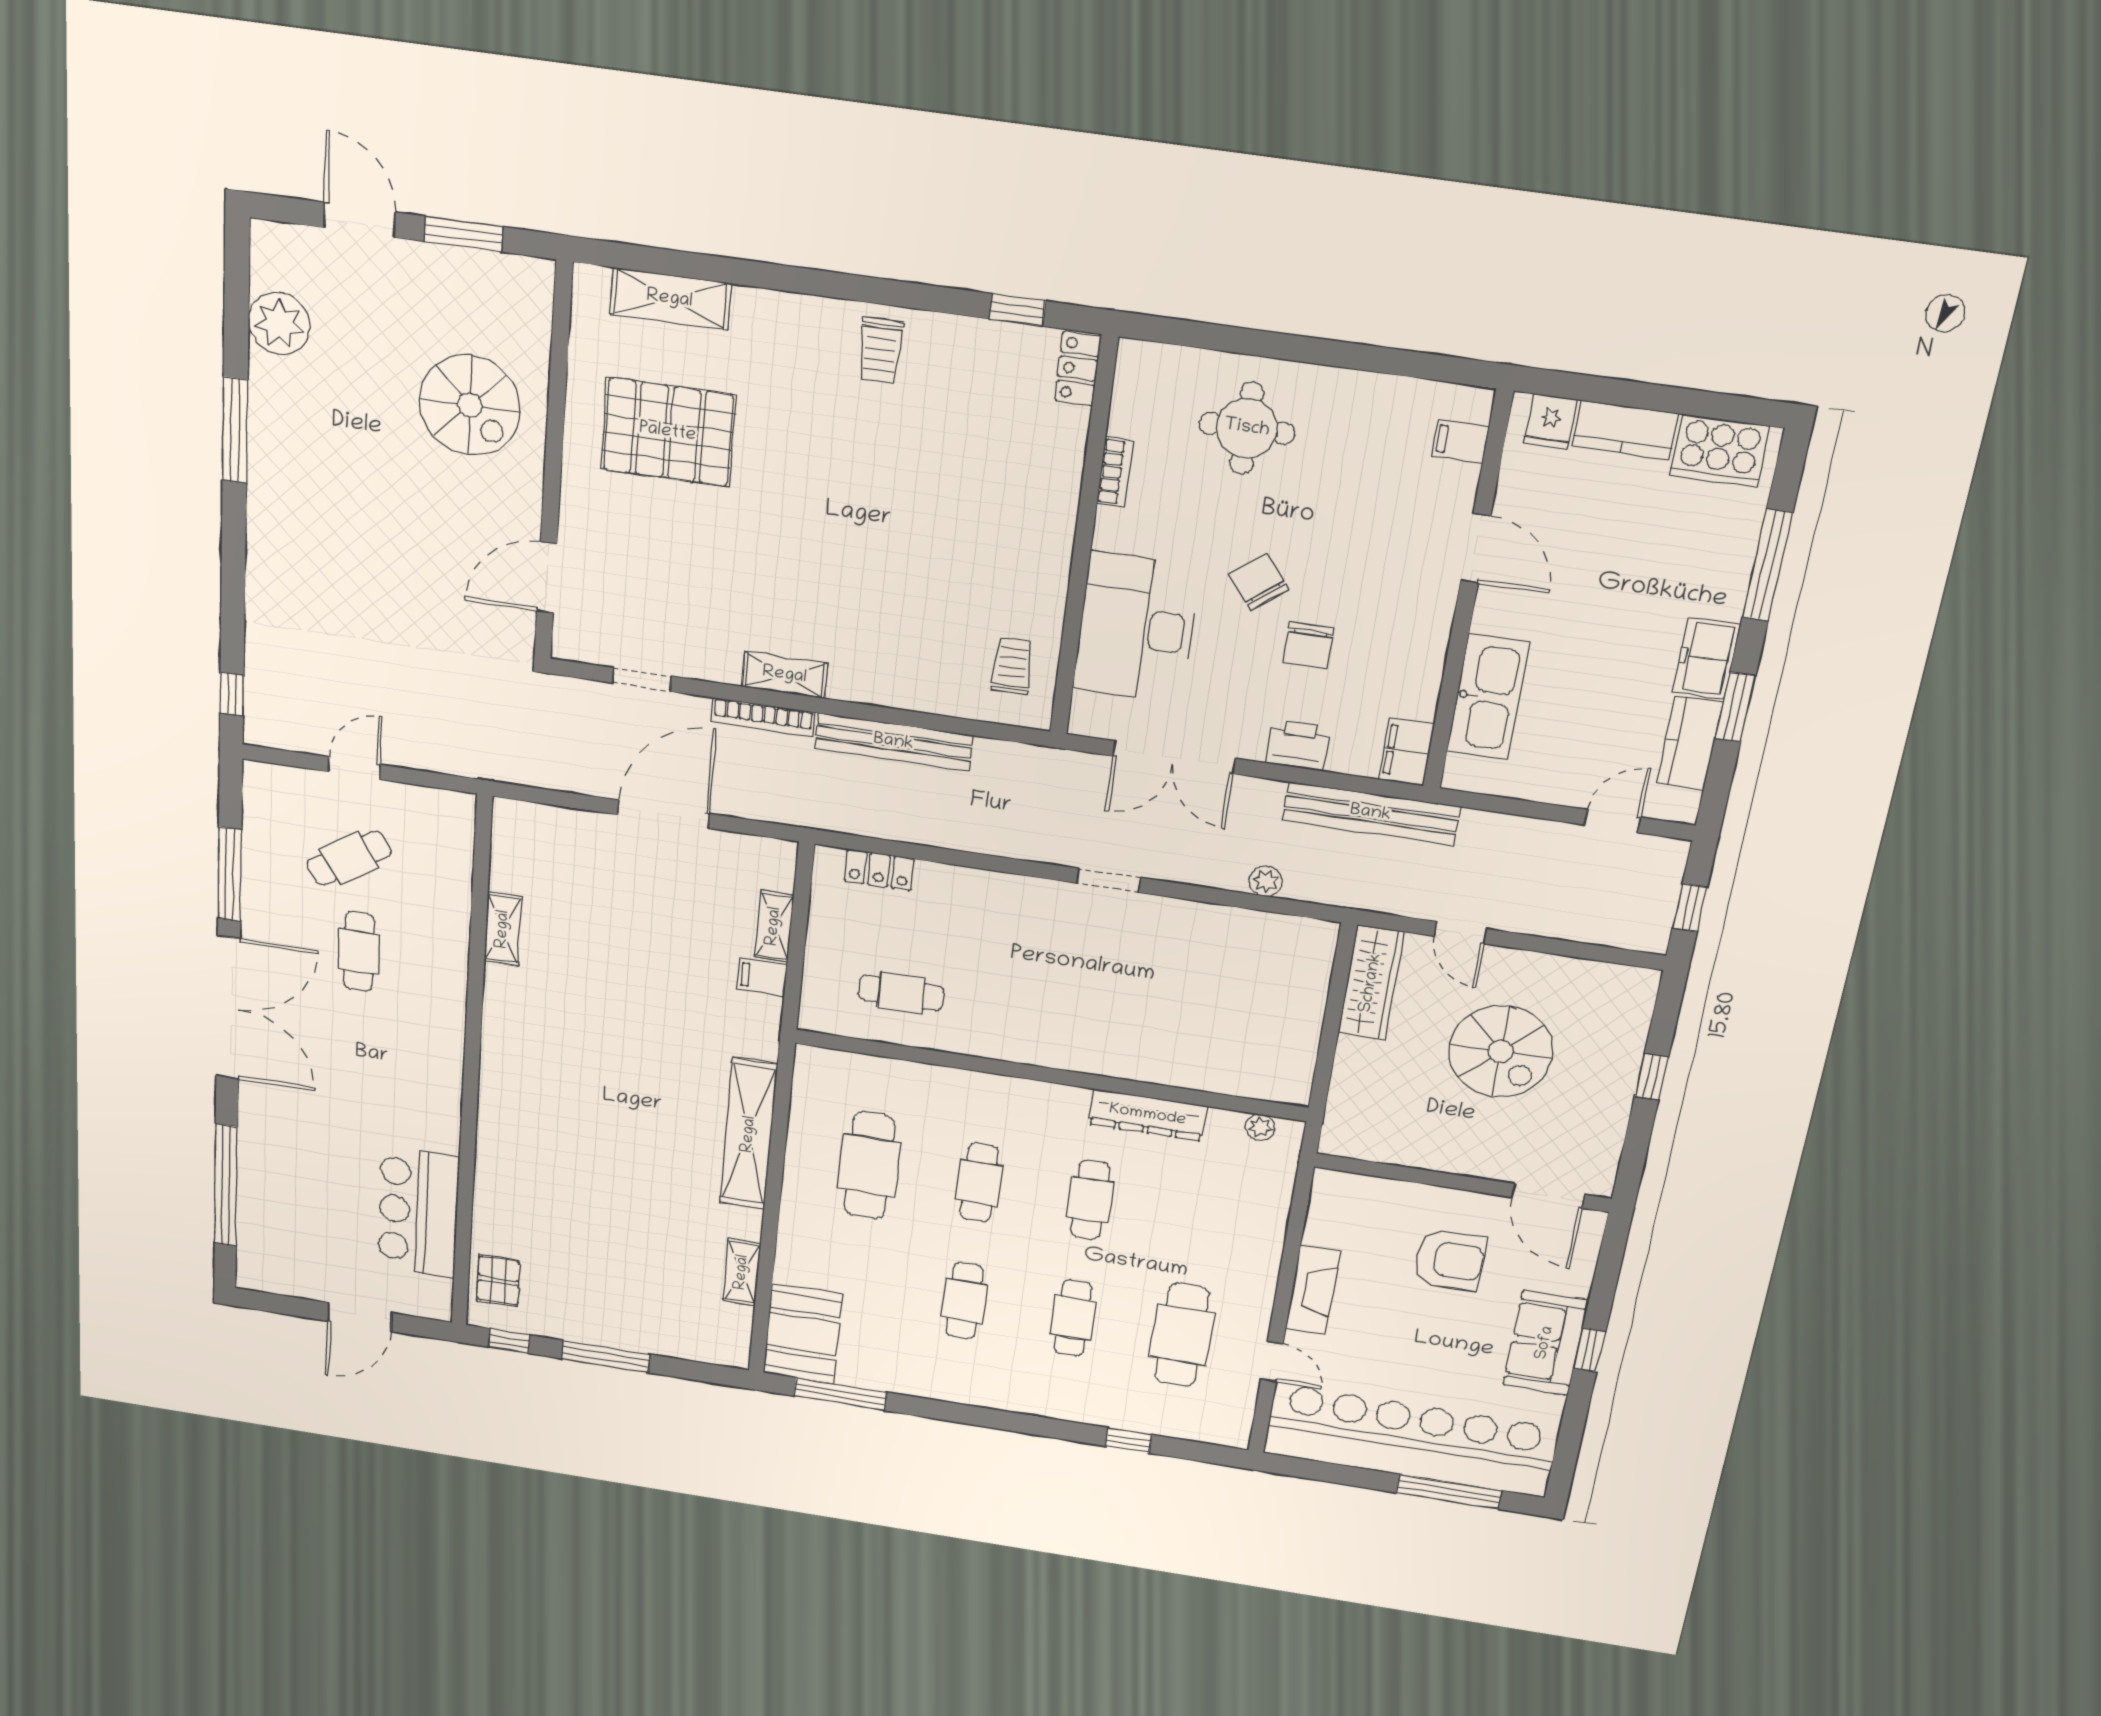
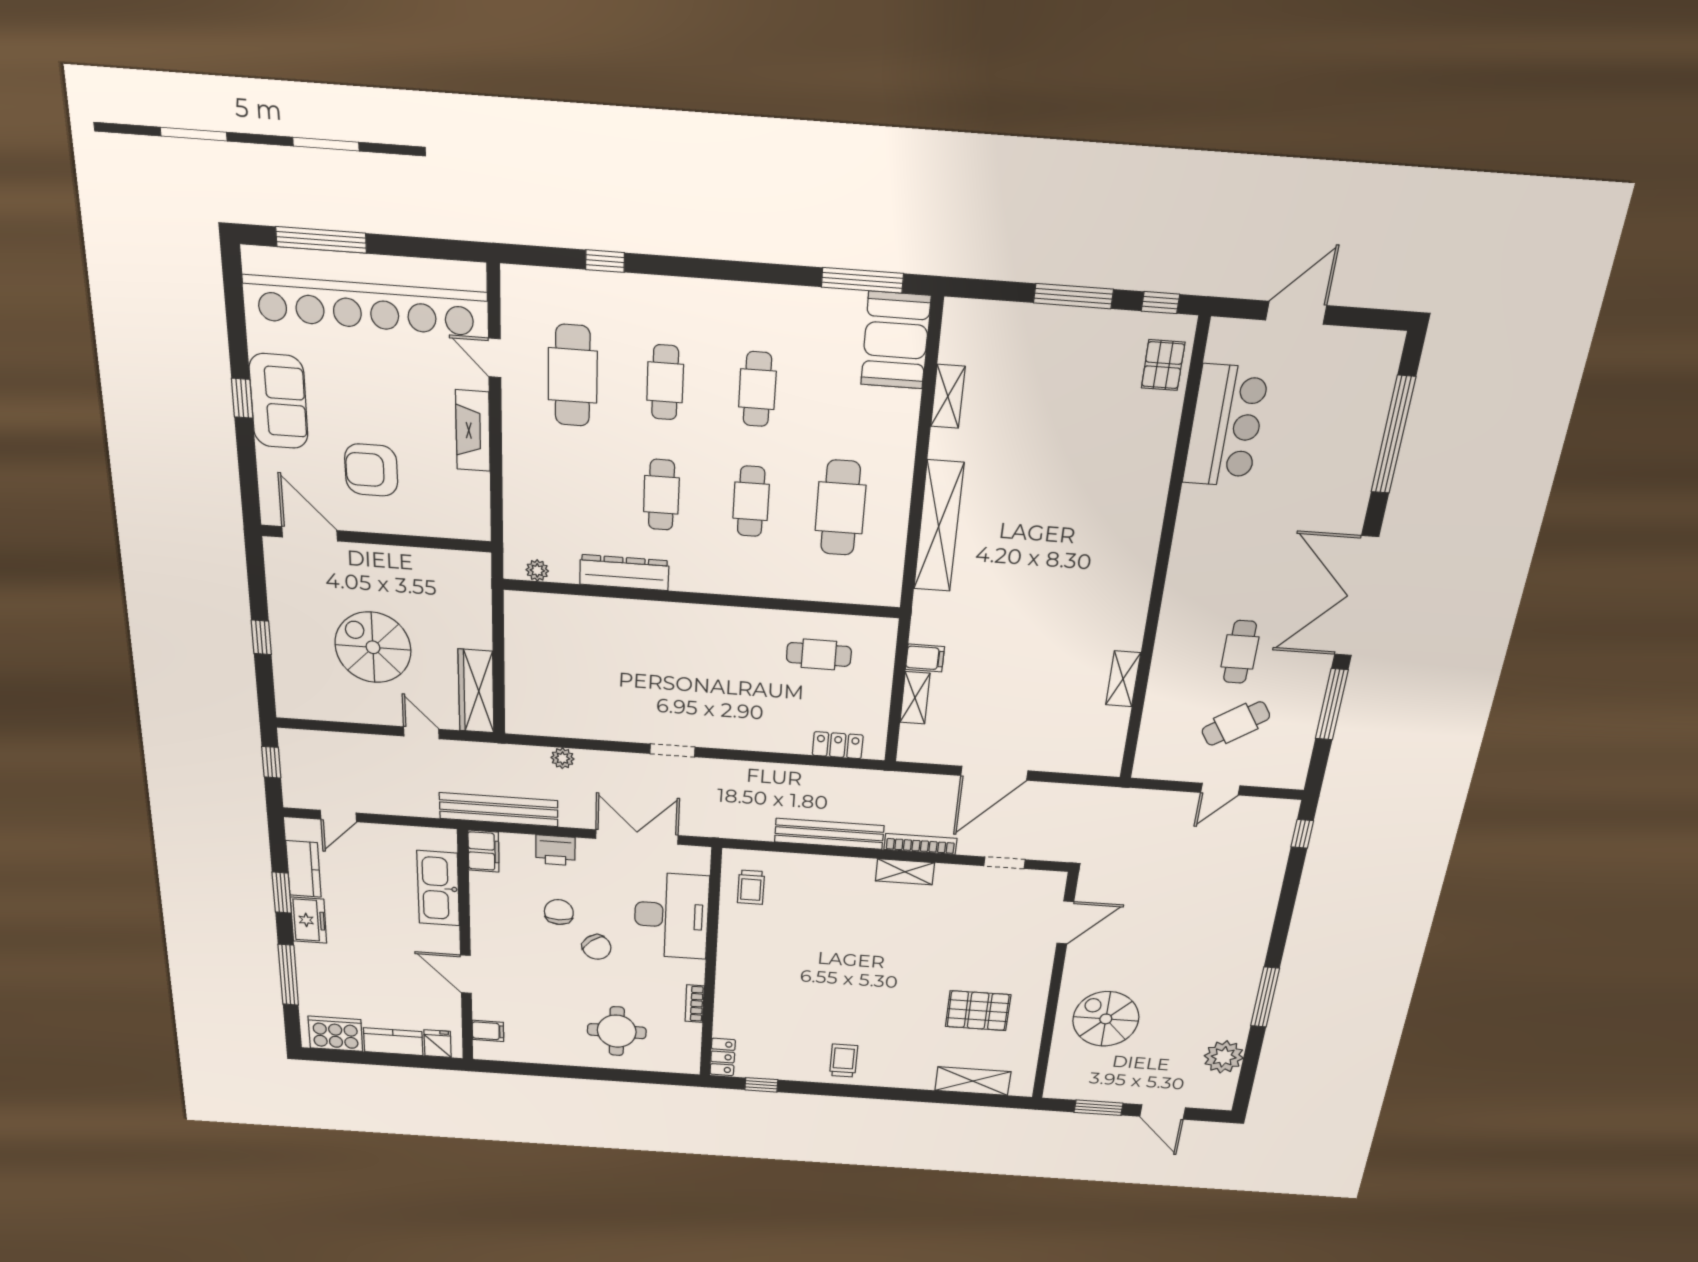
pallet: (668, 432) -> (978, 1011), width x0.73, depth x0.71

